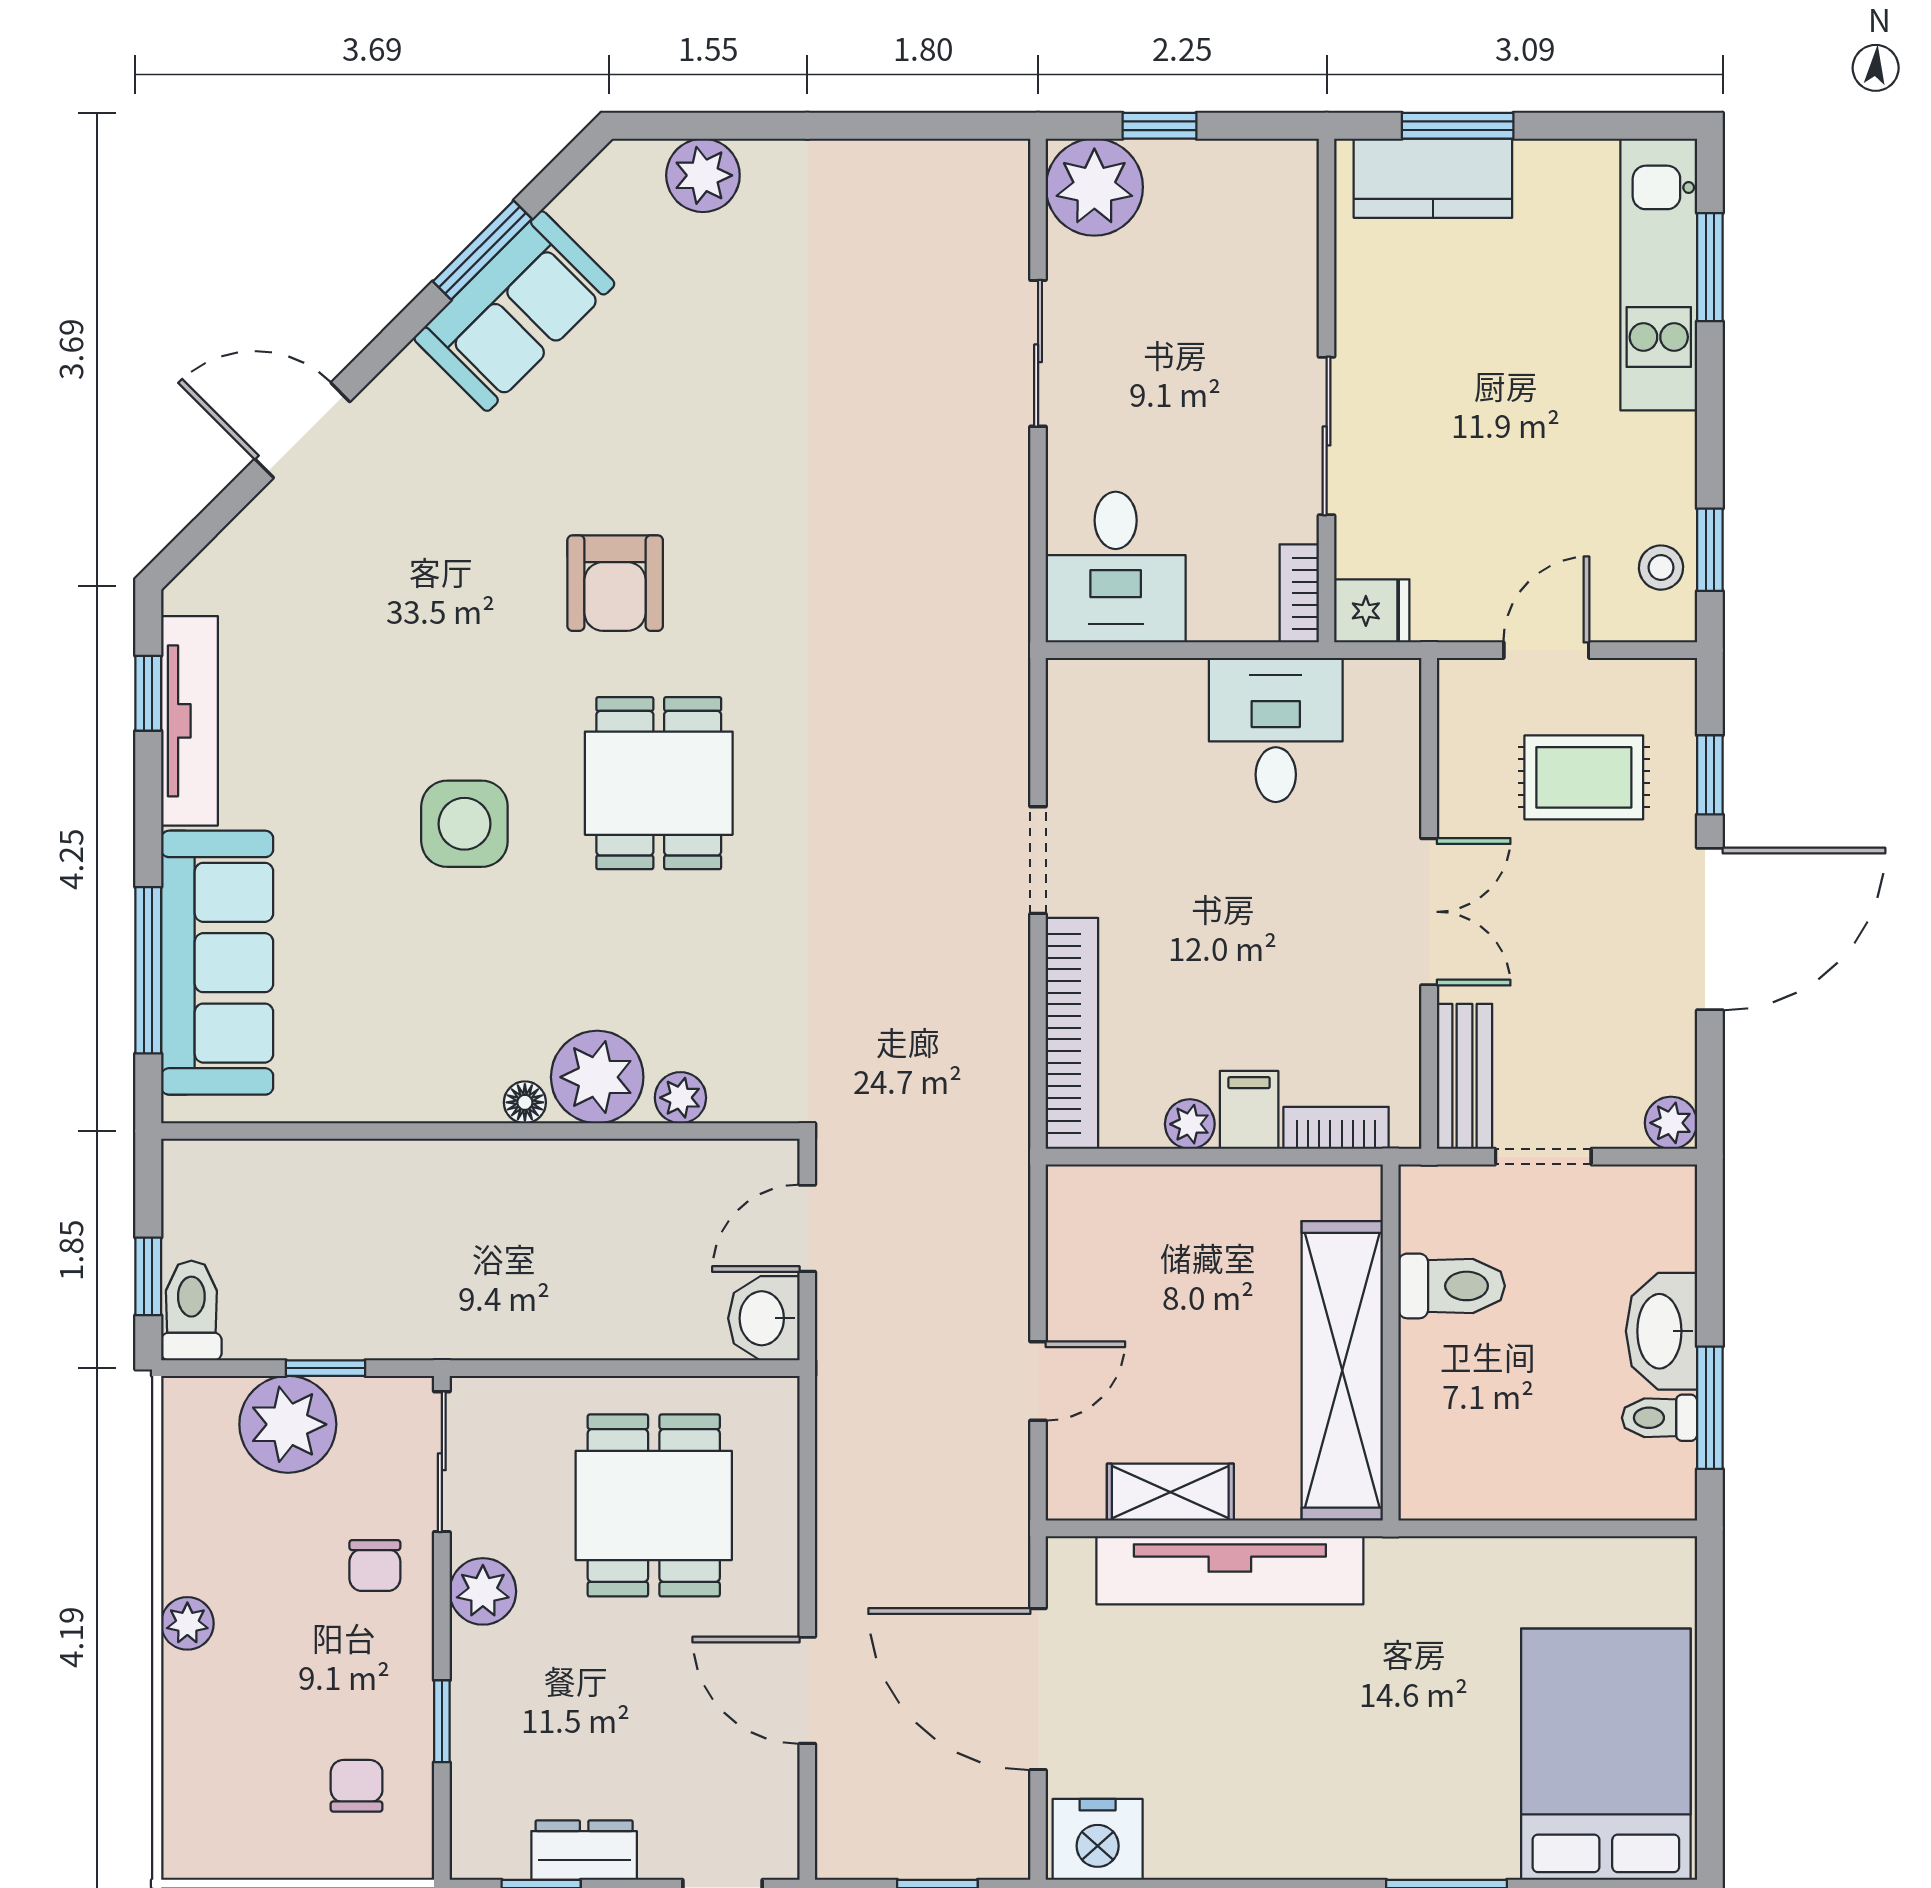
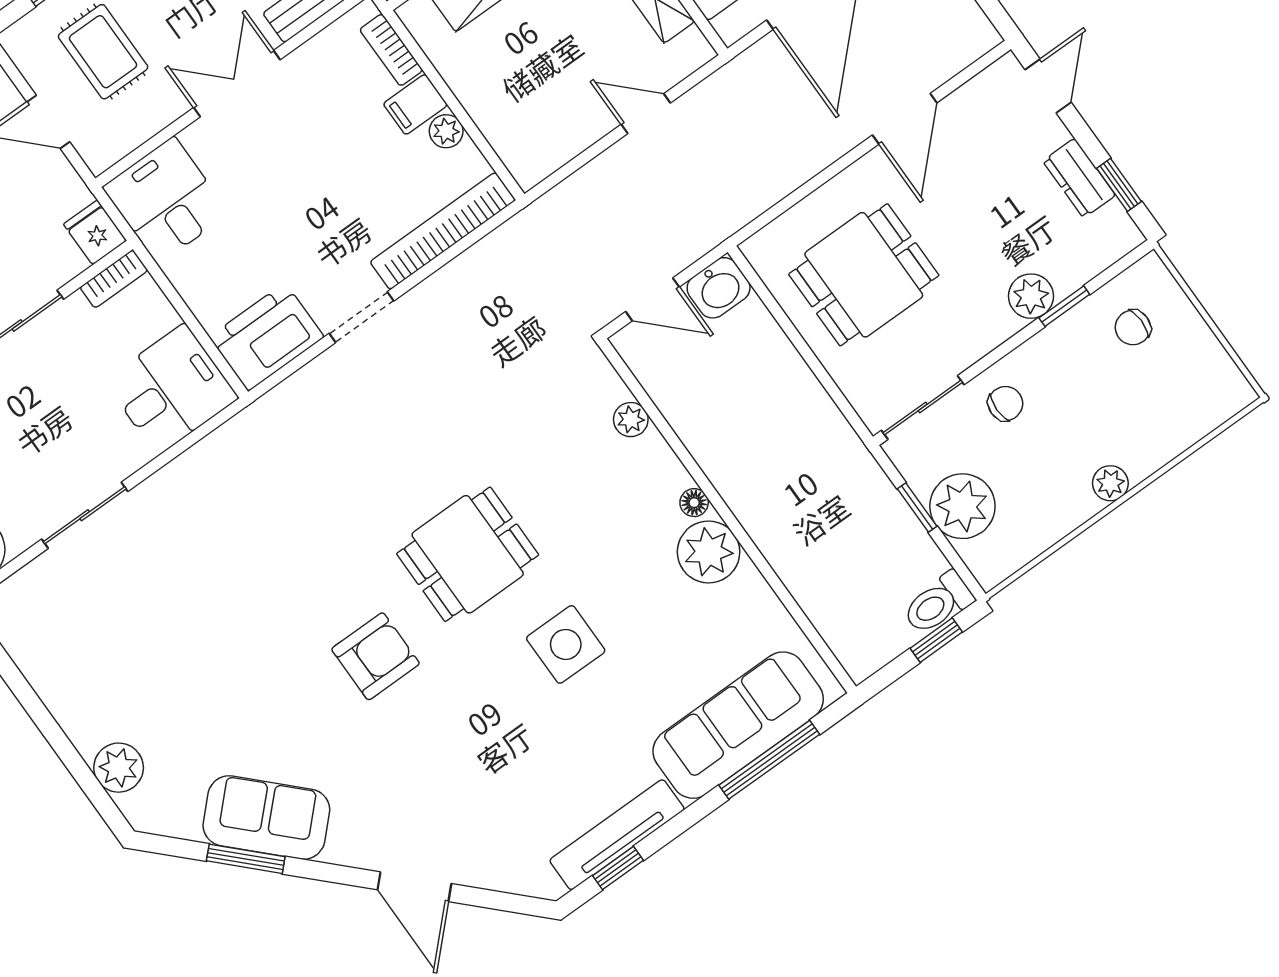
printer: (1096, 728) -> (267, 337), added
desk: (1276, 730) -> (166, 200), moved, turned 90
plant: (597, 1077) -> (709, 552), moved
plant: (483, 1591) -> (1031, 296), moved

